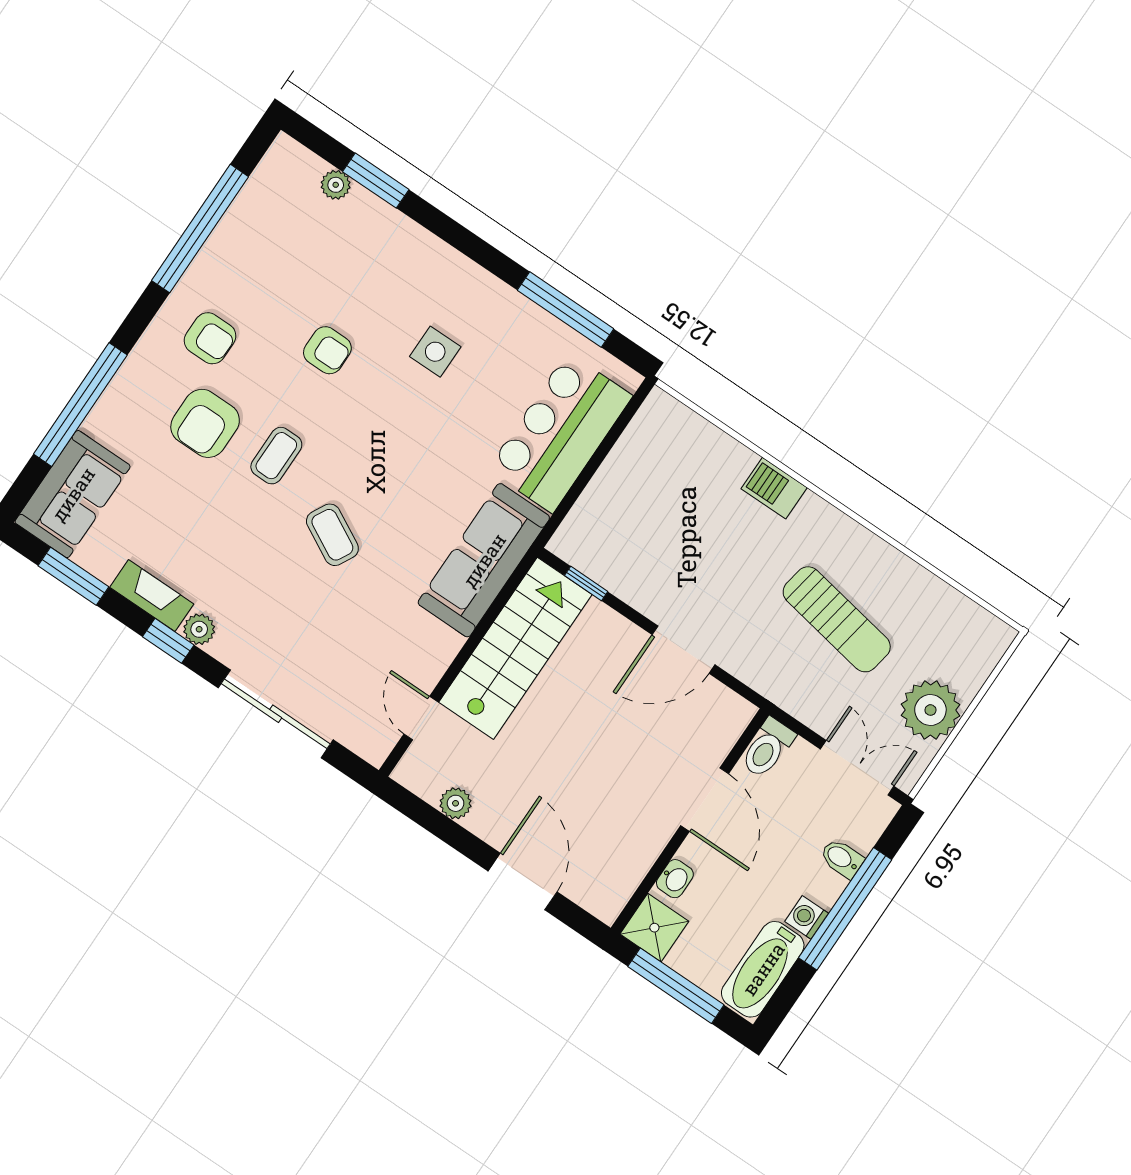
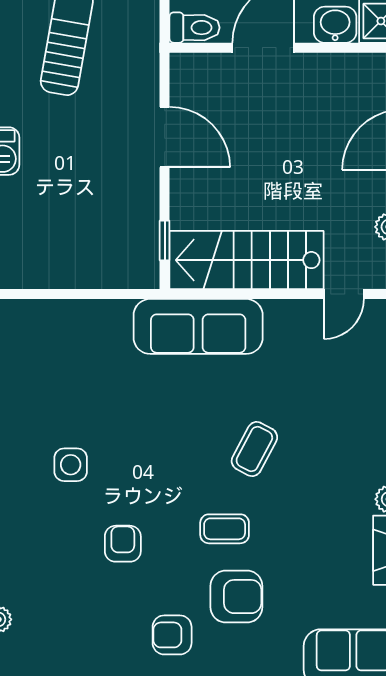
armchair: (210, 338) -> (172, 635), turned -90
bar counter: (560, 433) -> (68, 334), removed
washbasin: (675, 879) -> (335, 25), width x1.38, depth x1.45

